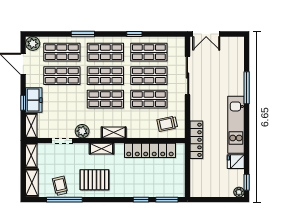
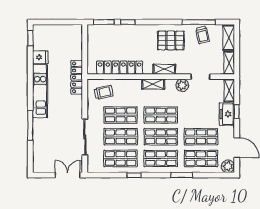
plant: (239, 192) -> (37, 29), removed

